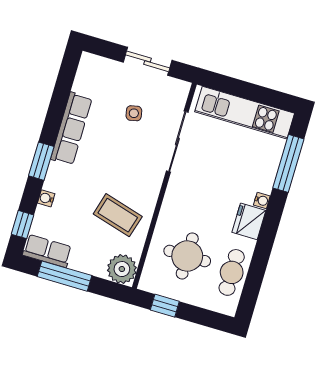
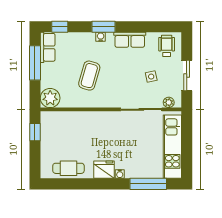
wheelchair: (96, 78) -> (167, 46), added
plant: (179, 99) -> (169, 102), added
row of seats: (71, 129) -> (130, 40), width x0.68
water cooler: (46, 198) -> (101, 37), moved
coffee table: (118, 215) -> (89, 76), moved
round table: (187, 256) -> (71, 137), removed

